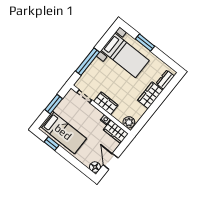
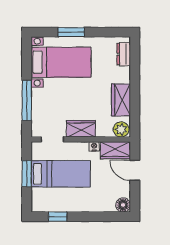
wardrobe: (150, 95) -> (121, 100), moved
bed: (63, 132) -> (61, 174), moved
door: (111, 161) -> (135, 170), moved

